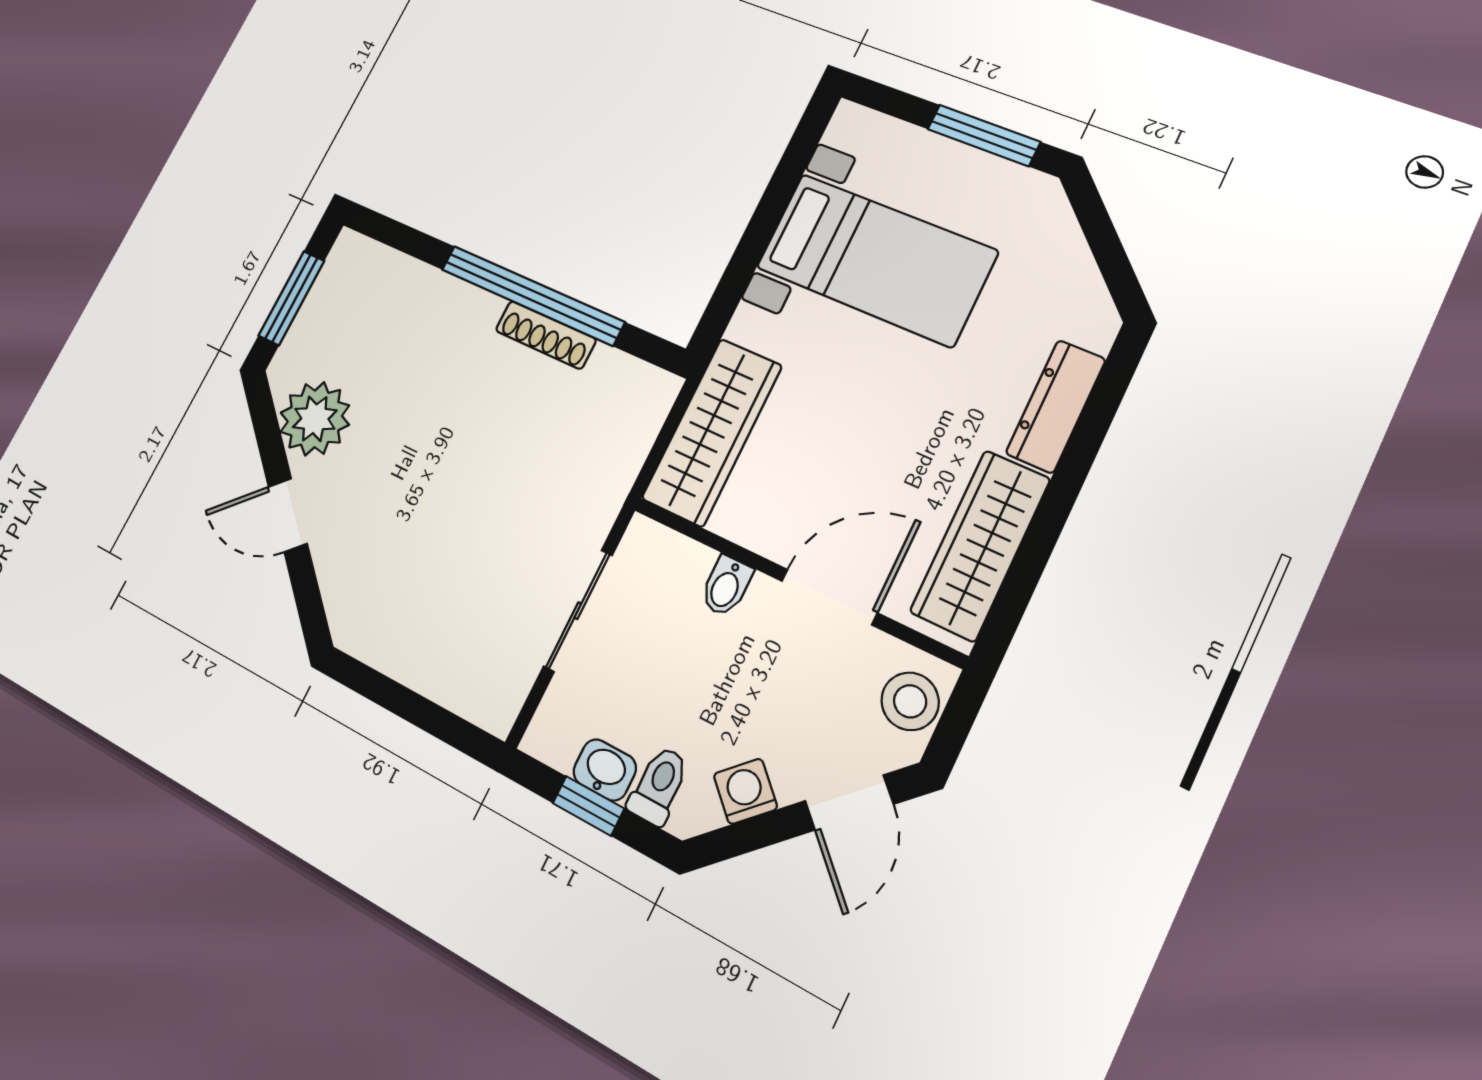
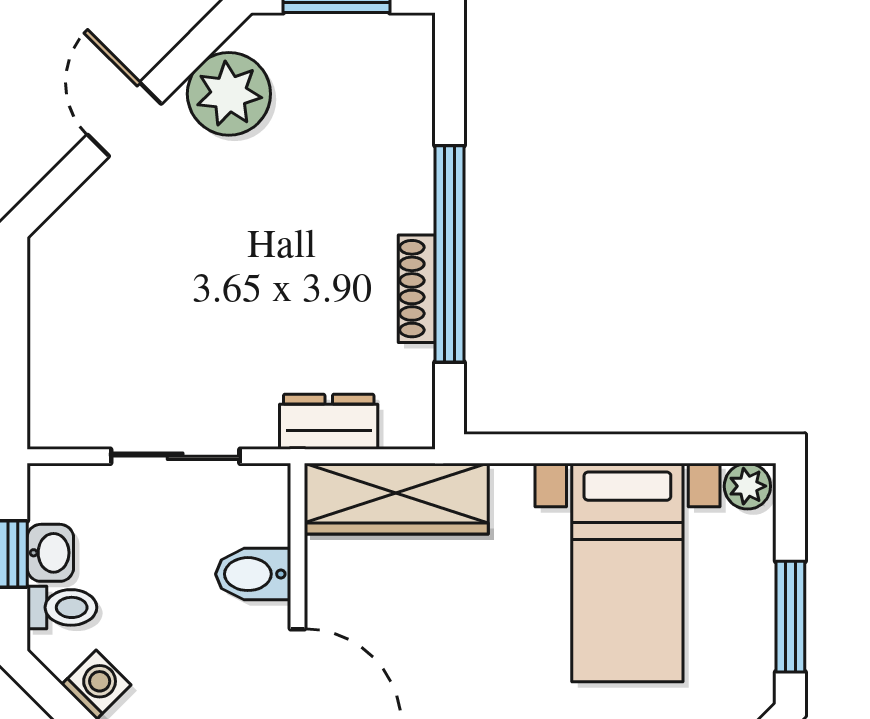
plant: (849, 128) -> (747, 486), added
dresser: (617, 461) -> (329, 422), added
bidet: (726, 586) -> (253, 574), width x1.38, depth x1.36

